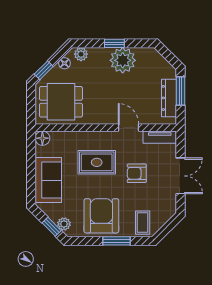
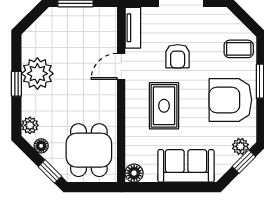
dresser: (169, 98) -> (84, 16), removed

